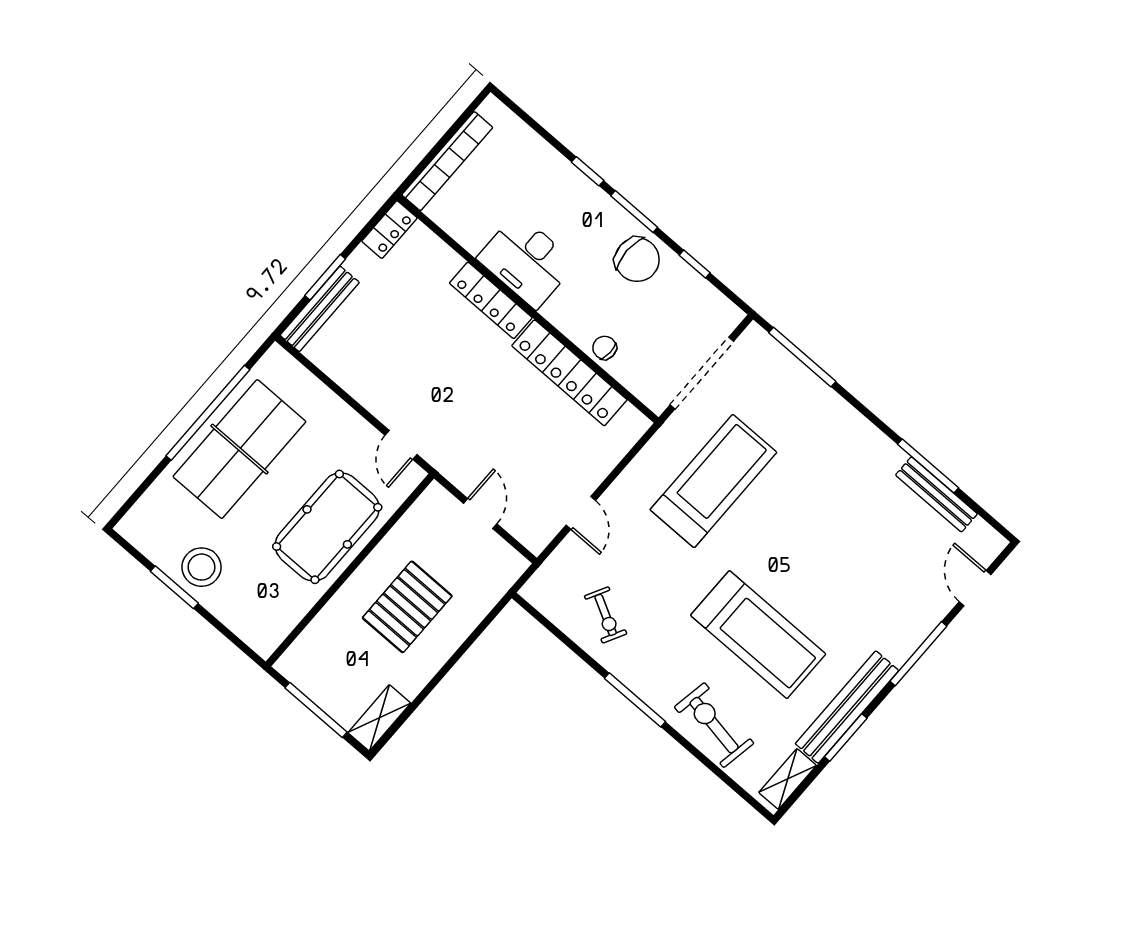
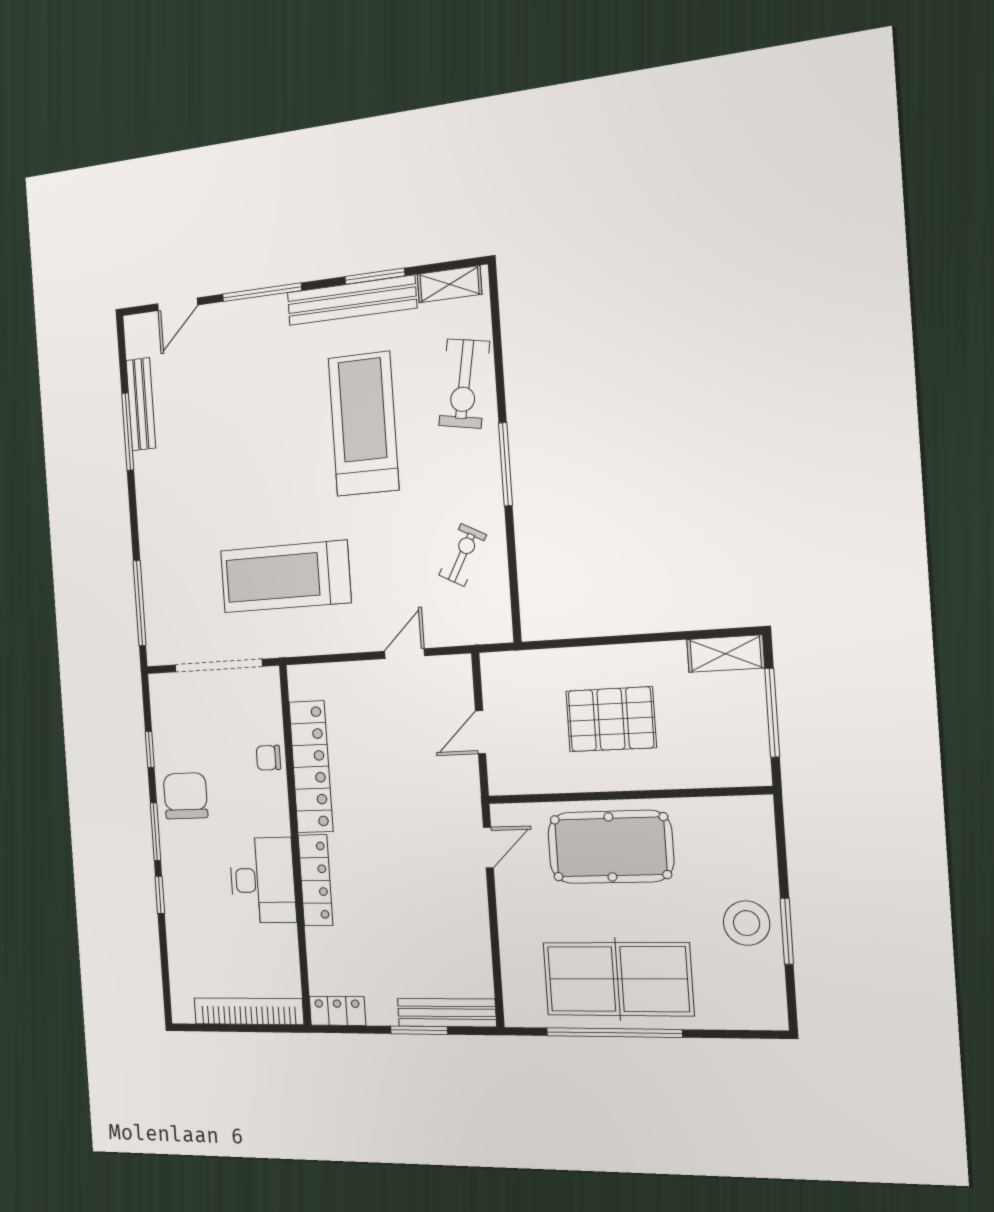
chair: (605, 348) -> (268, 758), turned 87

